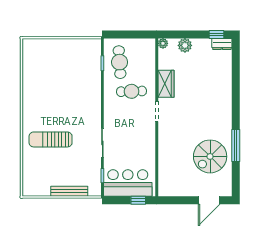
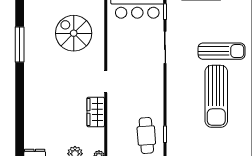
cafe table: (132, 91) -> (133, 104), removed
sun lounger: (55, 98) -> (216, 96), added
spiral stairs: (210, 156) -> (74, 33), moved, turned -90

